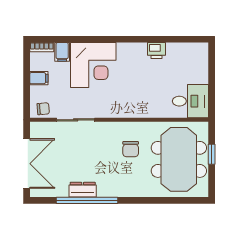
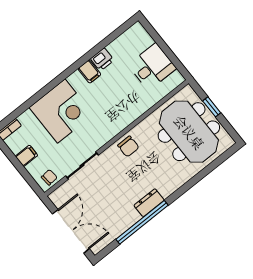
filing cabinet: (62, 52) -> (89, 72), moved
desk: (190, 101) -> (152, 67), moved
chair: (131, 149) -> (128, 146), moved
dresser: (83, 190) -> (149, 203), moved

